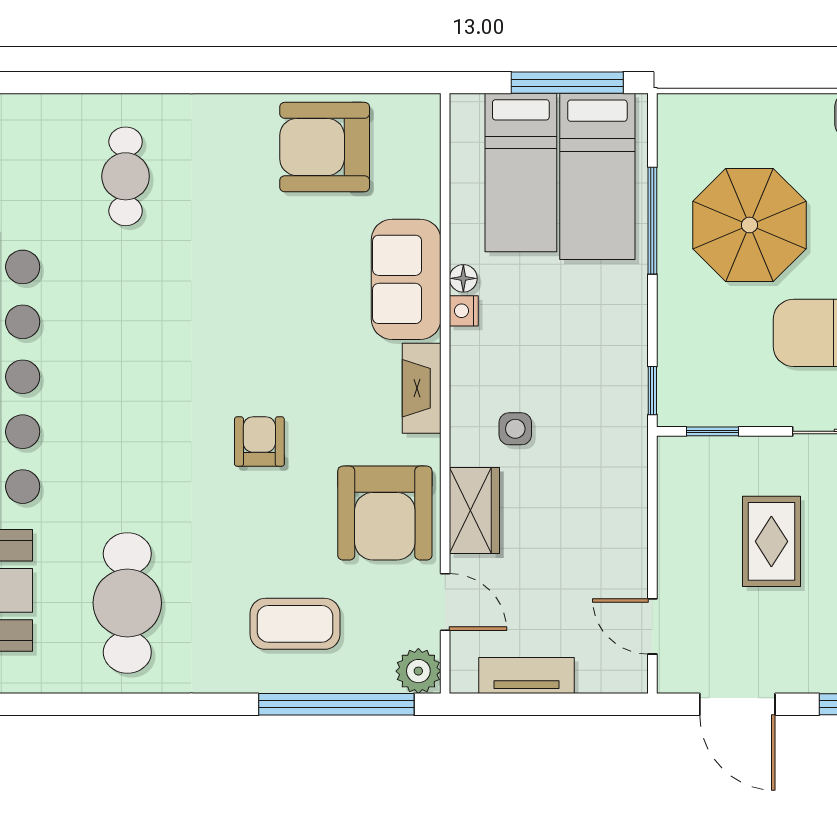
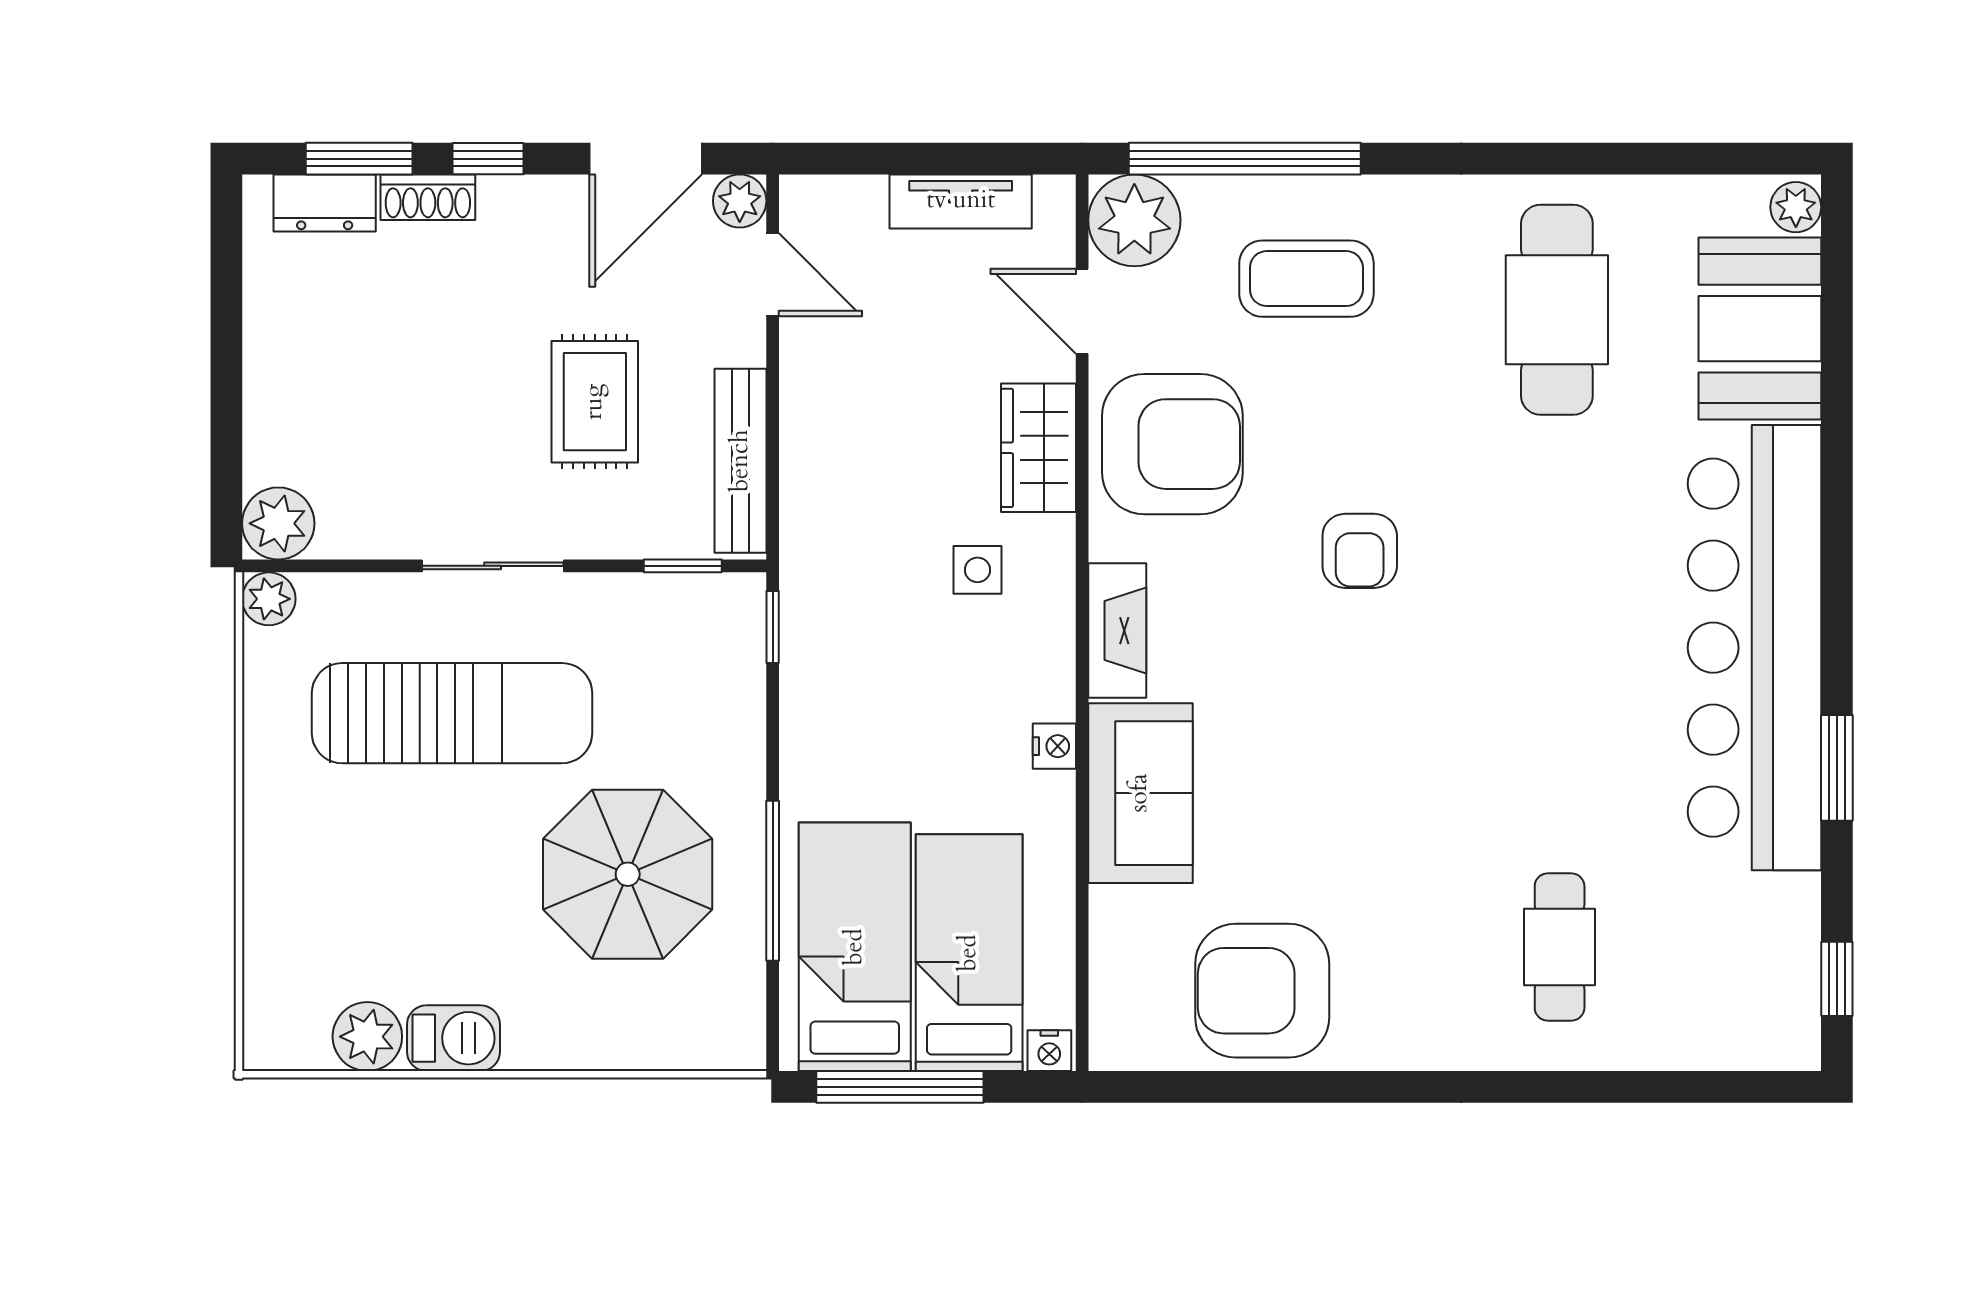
nightstand: (467, 107) -> (1049, 1051), added
armchair: (325, 147) -> (1262, 991), turned 180
floor lamp: (463, 278) -> (1055, 795), removed
bench: (674, 502) -> (741, 461), added
armchair: (385, 513) -> (1172, 444), turned 90
plant: (418, 671) -> (1134, 220), width x1.36, depth x1.36
plant: (674, 676) -> (740, 201), added
door: (737, 704) -> (646, 159), swing flipped

